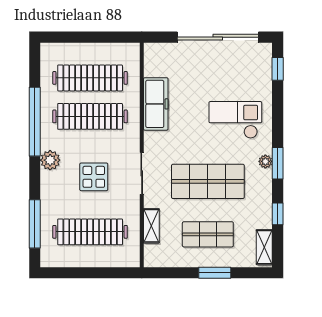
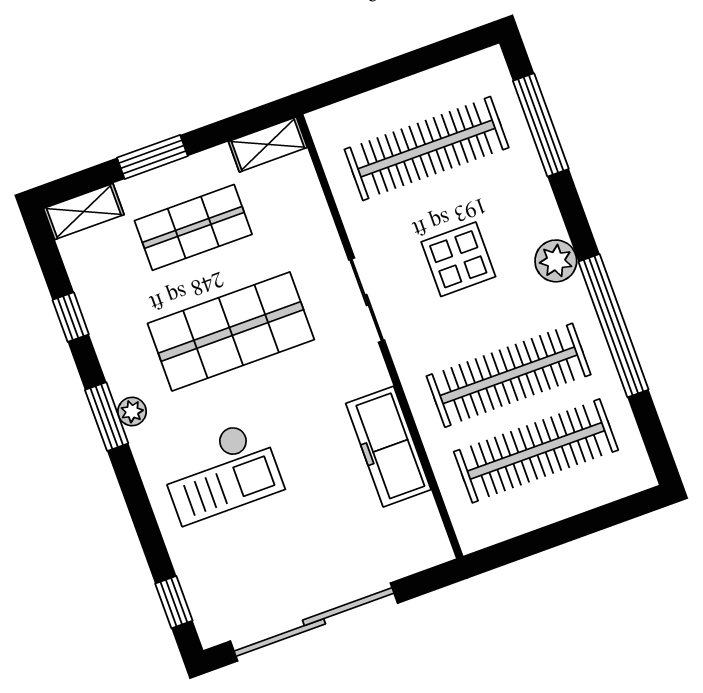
shelving: (151, 226) -> (268, 144), moved, turned 90
shelving: (264, 247) -> (84, 212), moved, turned 90

